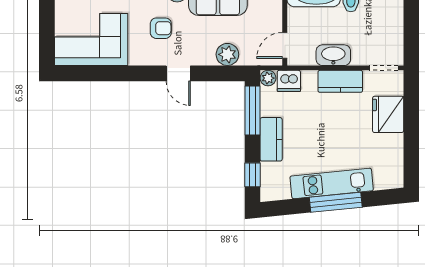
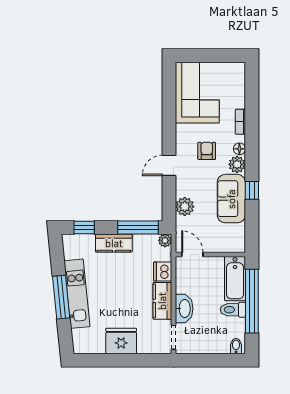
armchair: (161, 28) -> (207, 151), turned 180
washbasin: (333, 55) -> (184, 309), moved
dishwasher: (289, 81) -> (163, 272), moved
fridge: (388, 114) -> (121, 341), moved

